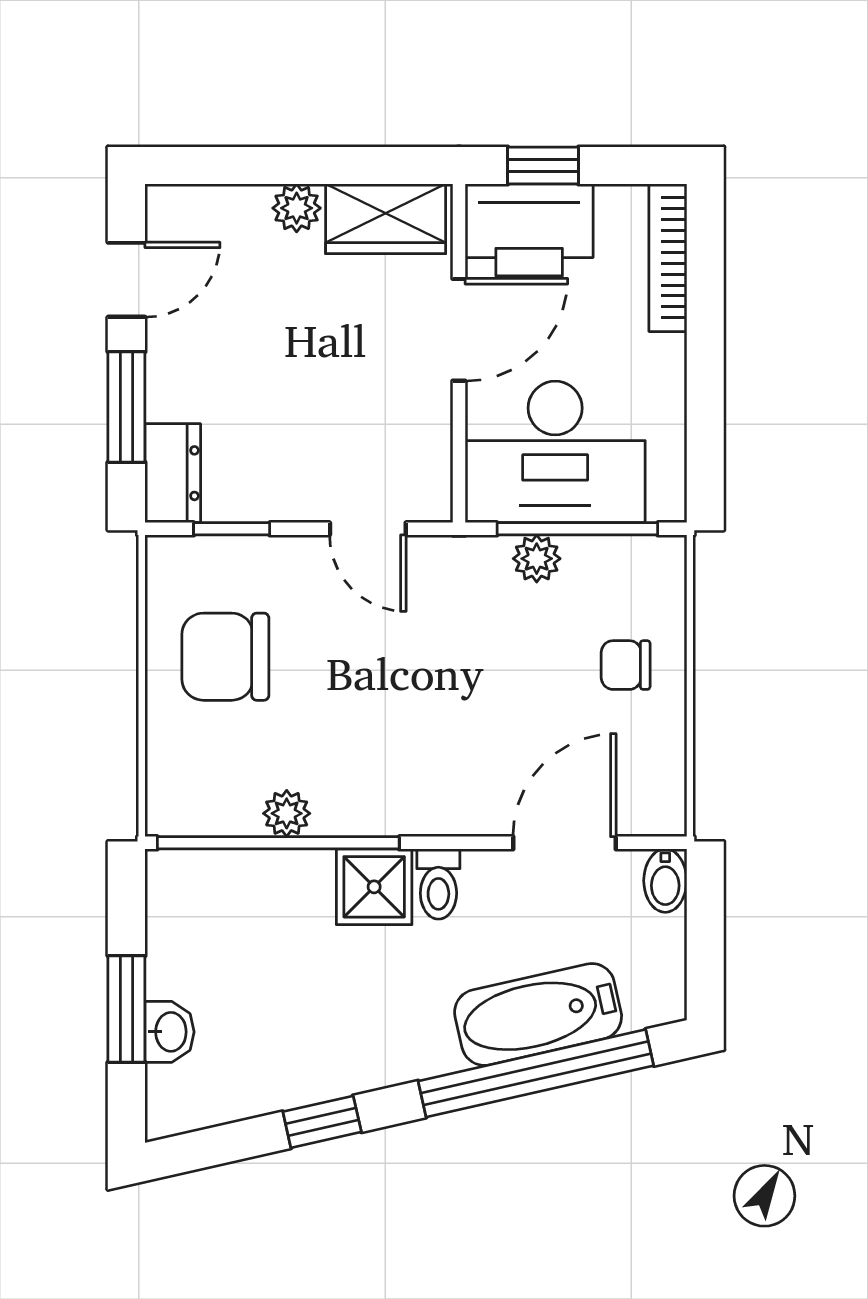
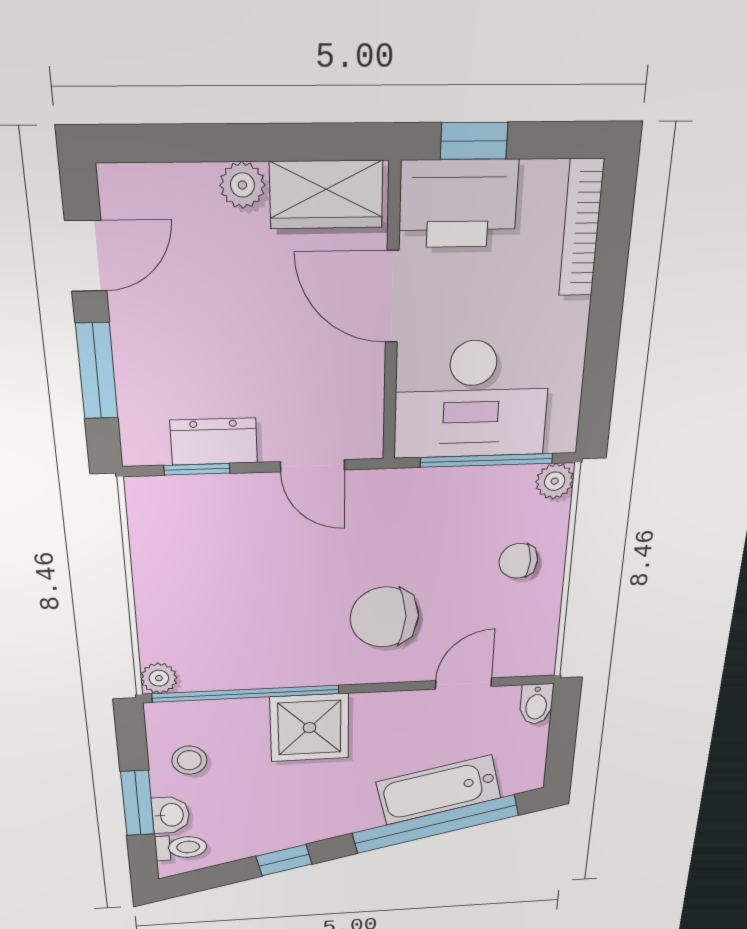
door: (459, 330) -> (392, 297), swing flipped
dresser: (173, 473) -> (214, 442), moved, turned -90
plant: (537, 559) -> (555, 481), moved
chair: (225, 657) -> (384, 617), moved
plant: (287, 813) -> (159, 678), moved
door: (564, 843) -> (464, 684), width x0.73
toilet: (438, 884) -> (181, 847), moved, turned -90
shower: (374, 887) -> (310, 728), width x1.36, depth x1.36
stool: (200, 943) -> (189, 760), added

